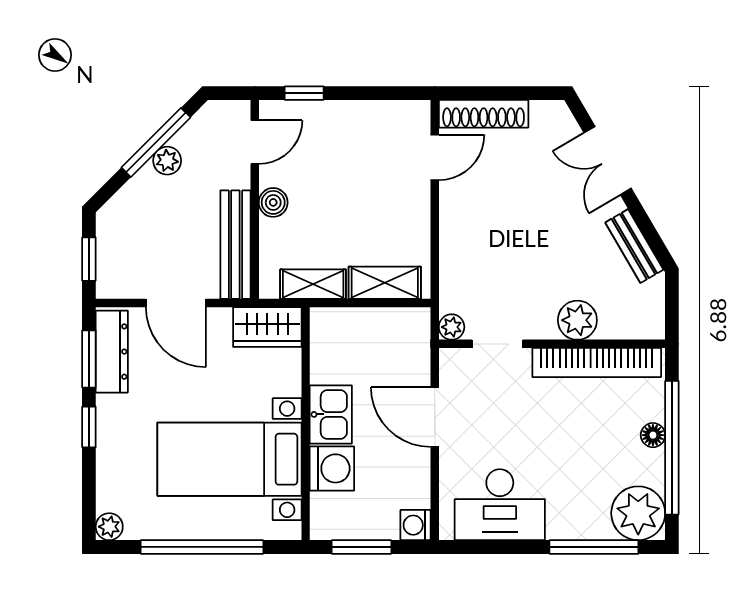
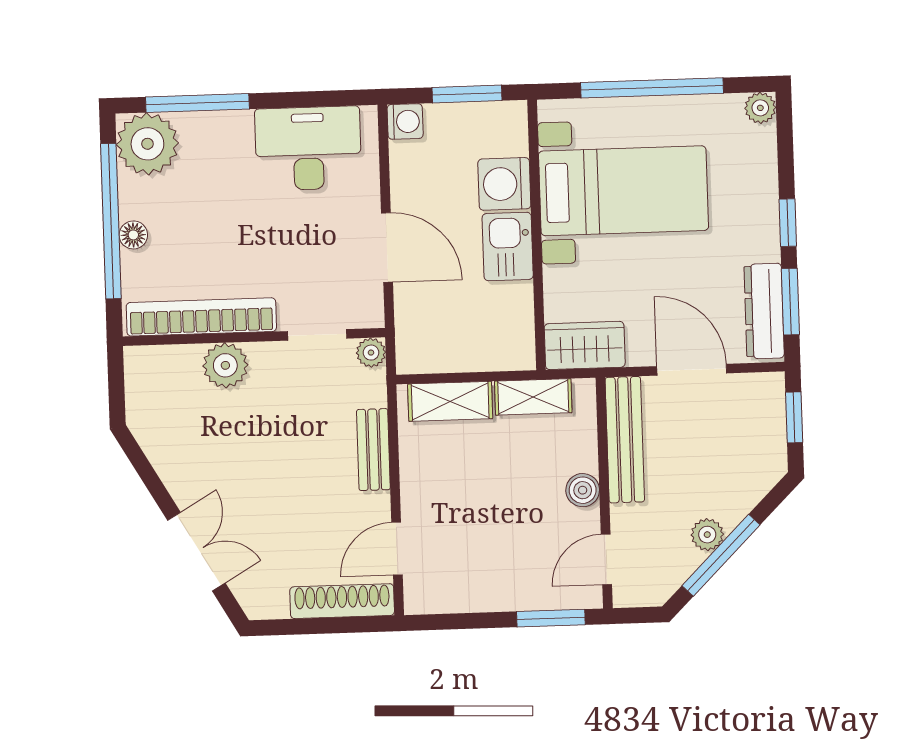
window: (304, 93) -> (551, 618), width x1.50
bench: (634, 246) -> (373, 450), moved, turned 30

